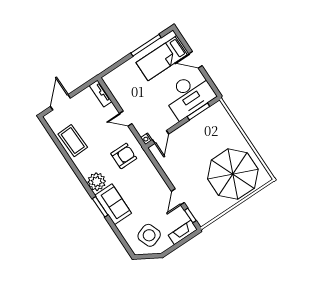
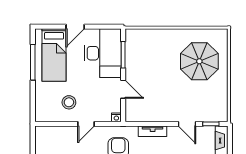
tv unit: (101, 94) -> (153, 131), moved
stool: (134, 94) -> (69, 102), added
door: (161, 137) -> (123, 89), moved
parasol: (233, 174) -> (199, 61), width x0.73, depth x0.73

